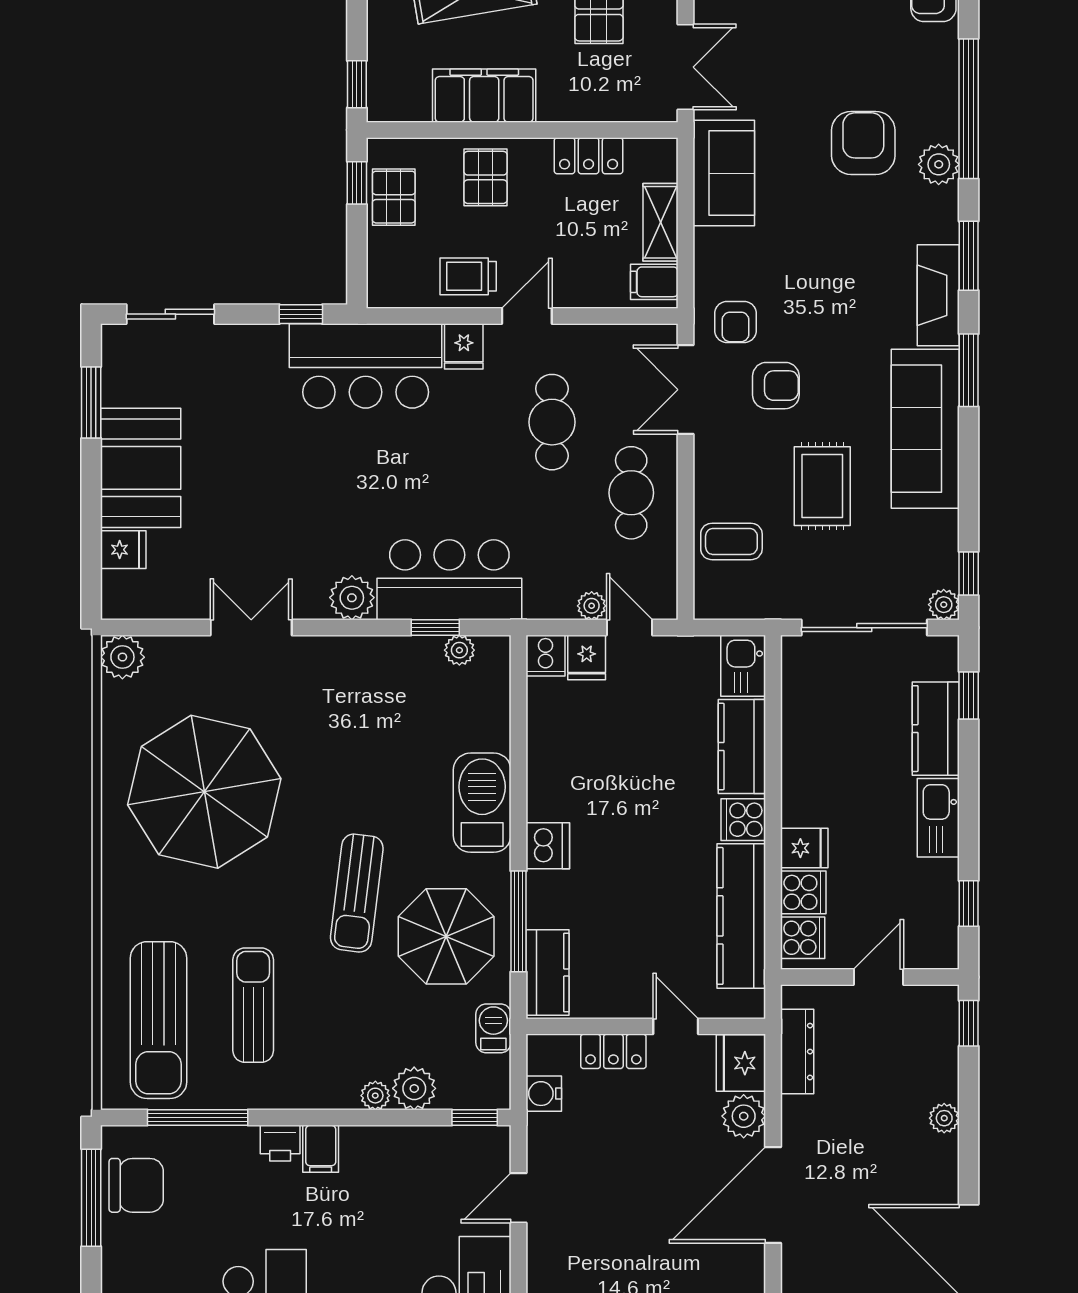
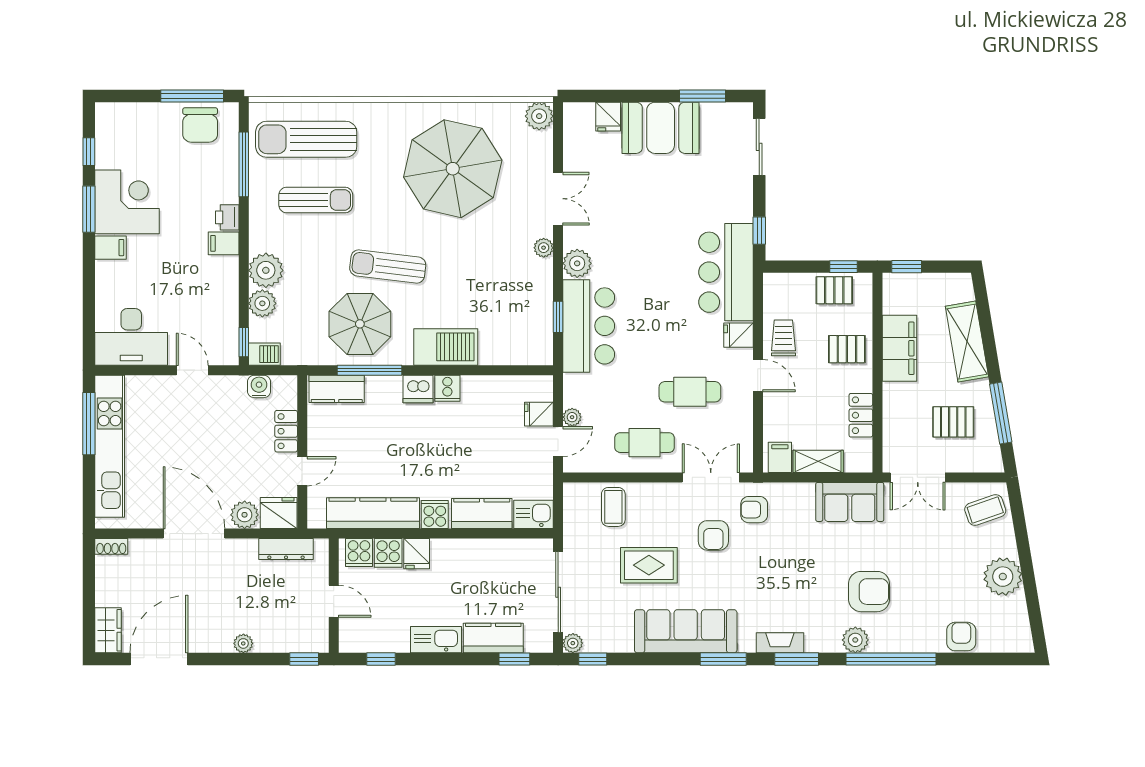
fireplace: (938, 295) -> (780, 643), width x0.73, depth x0.76
plant: (459, 650) -> (544, 248), moved
cooker: (545, 656) -> (447, 388), moved, turned -90
barbecue: (493, 1028) -> (264, 354), moved
plant: (375, 1096) -> (266, 270), width x1.88, depth x1.88

